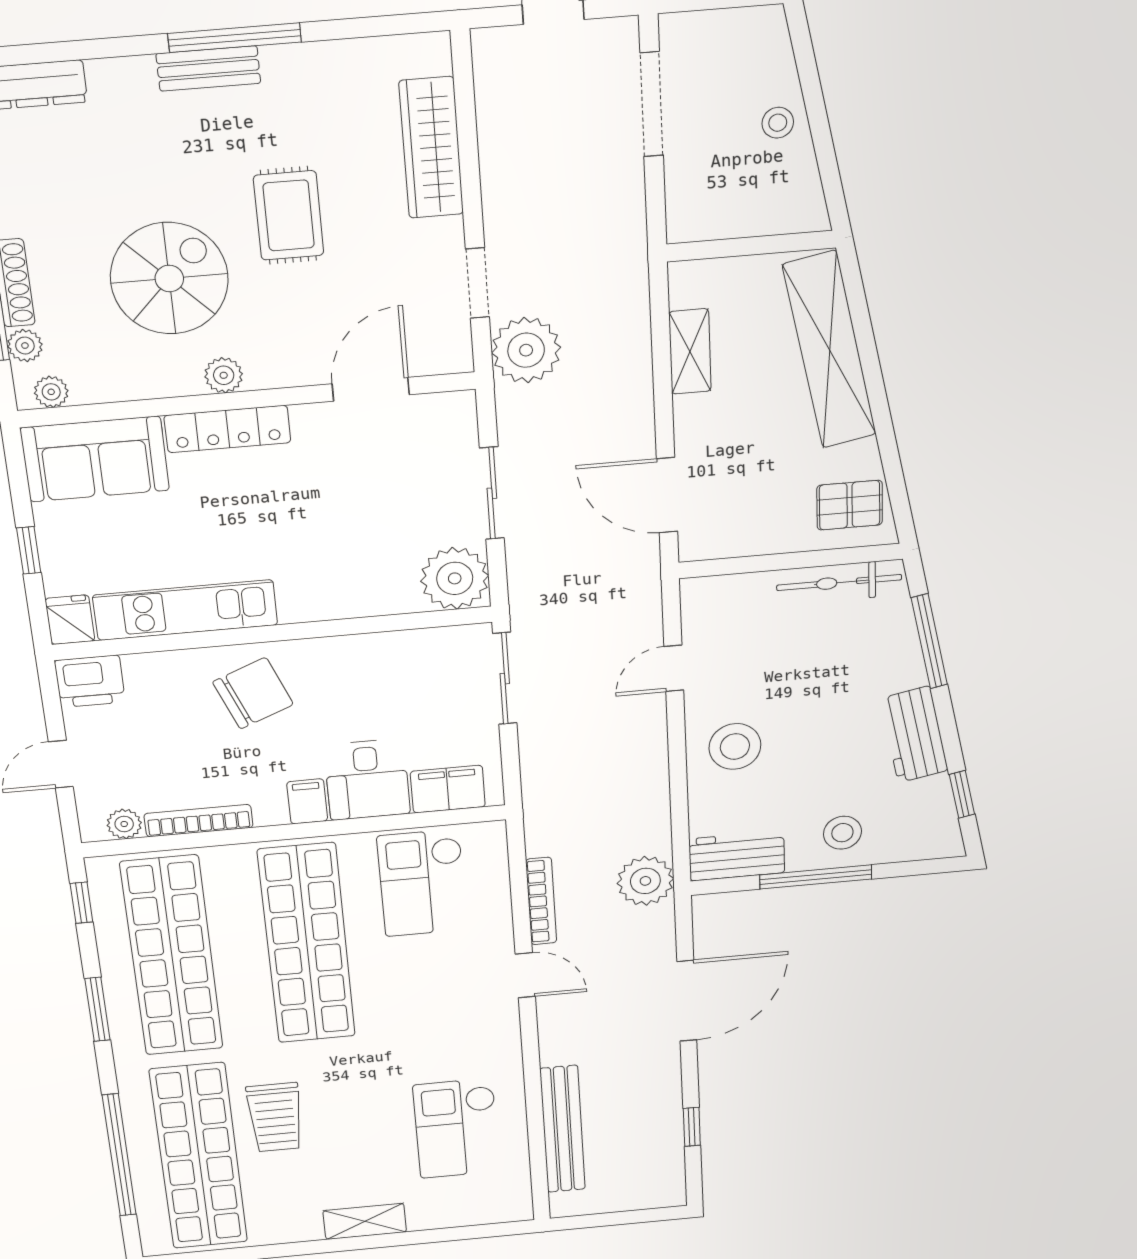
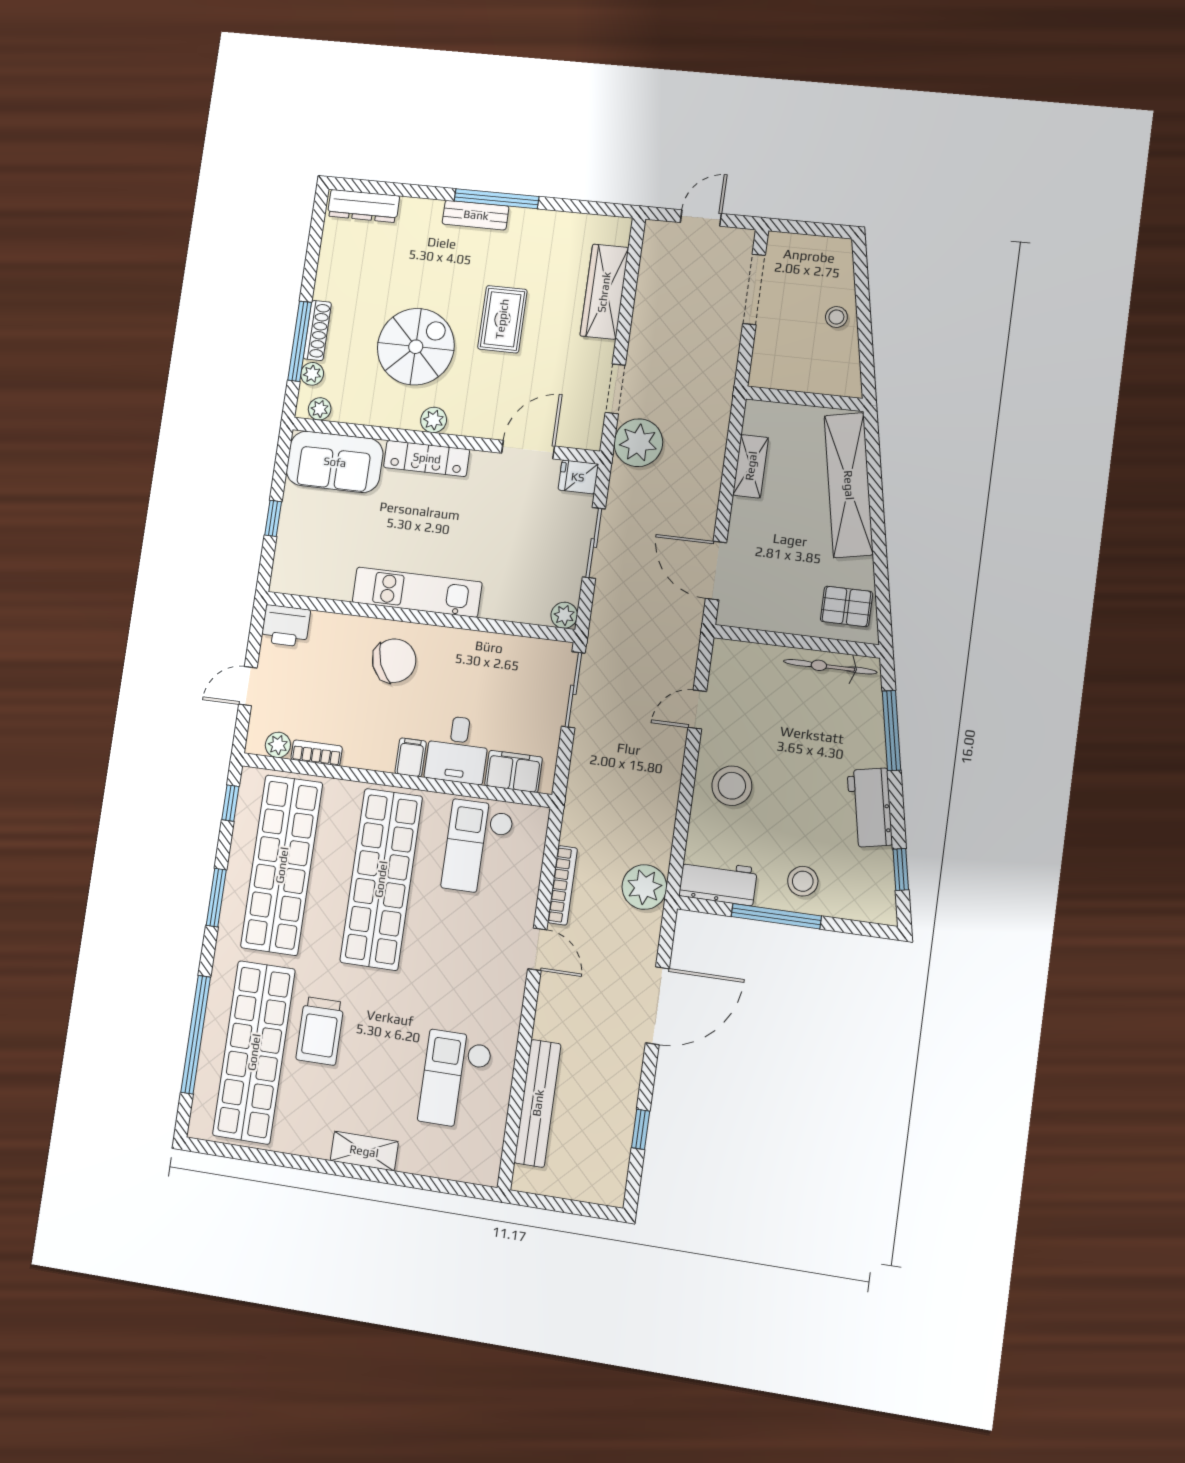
plant: (455, 578) -> (564, 615), width x0.53, depth x0.53
kitchen unit: (185, 610) -> (417, 592), moved
fridge: (70, 620) -> (578, 477), moved, turned -90
bookcase: (199, 821) -> (317, 753), width x0.64

